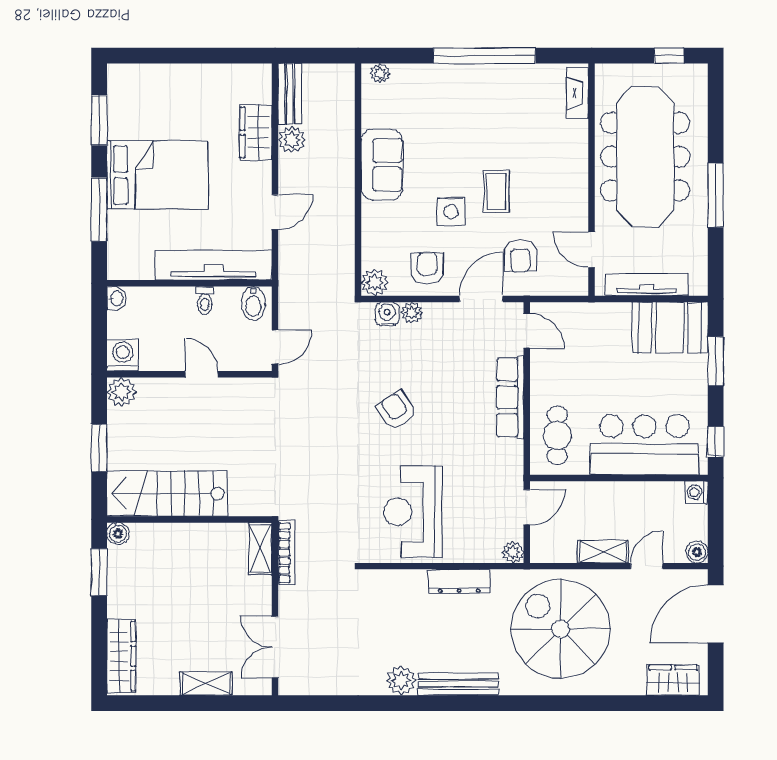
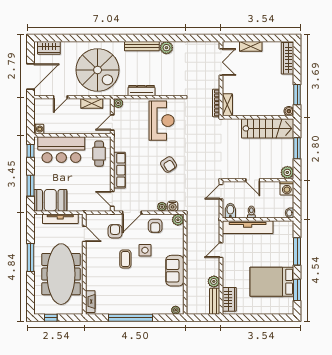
wardrobe: (256, 132) -> (229, 299), moved
bed: (157, 175) -> (272, 282), moved
shelving: (603, 552) -> (92, 103), moved
boiler: (697, 552) -> (39, 103), removed

